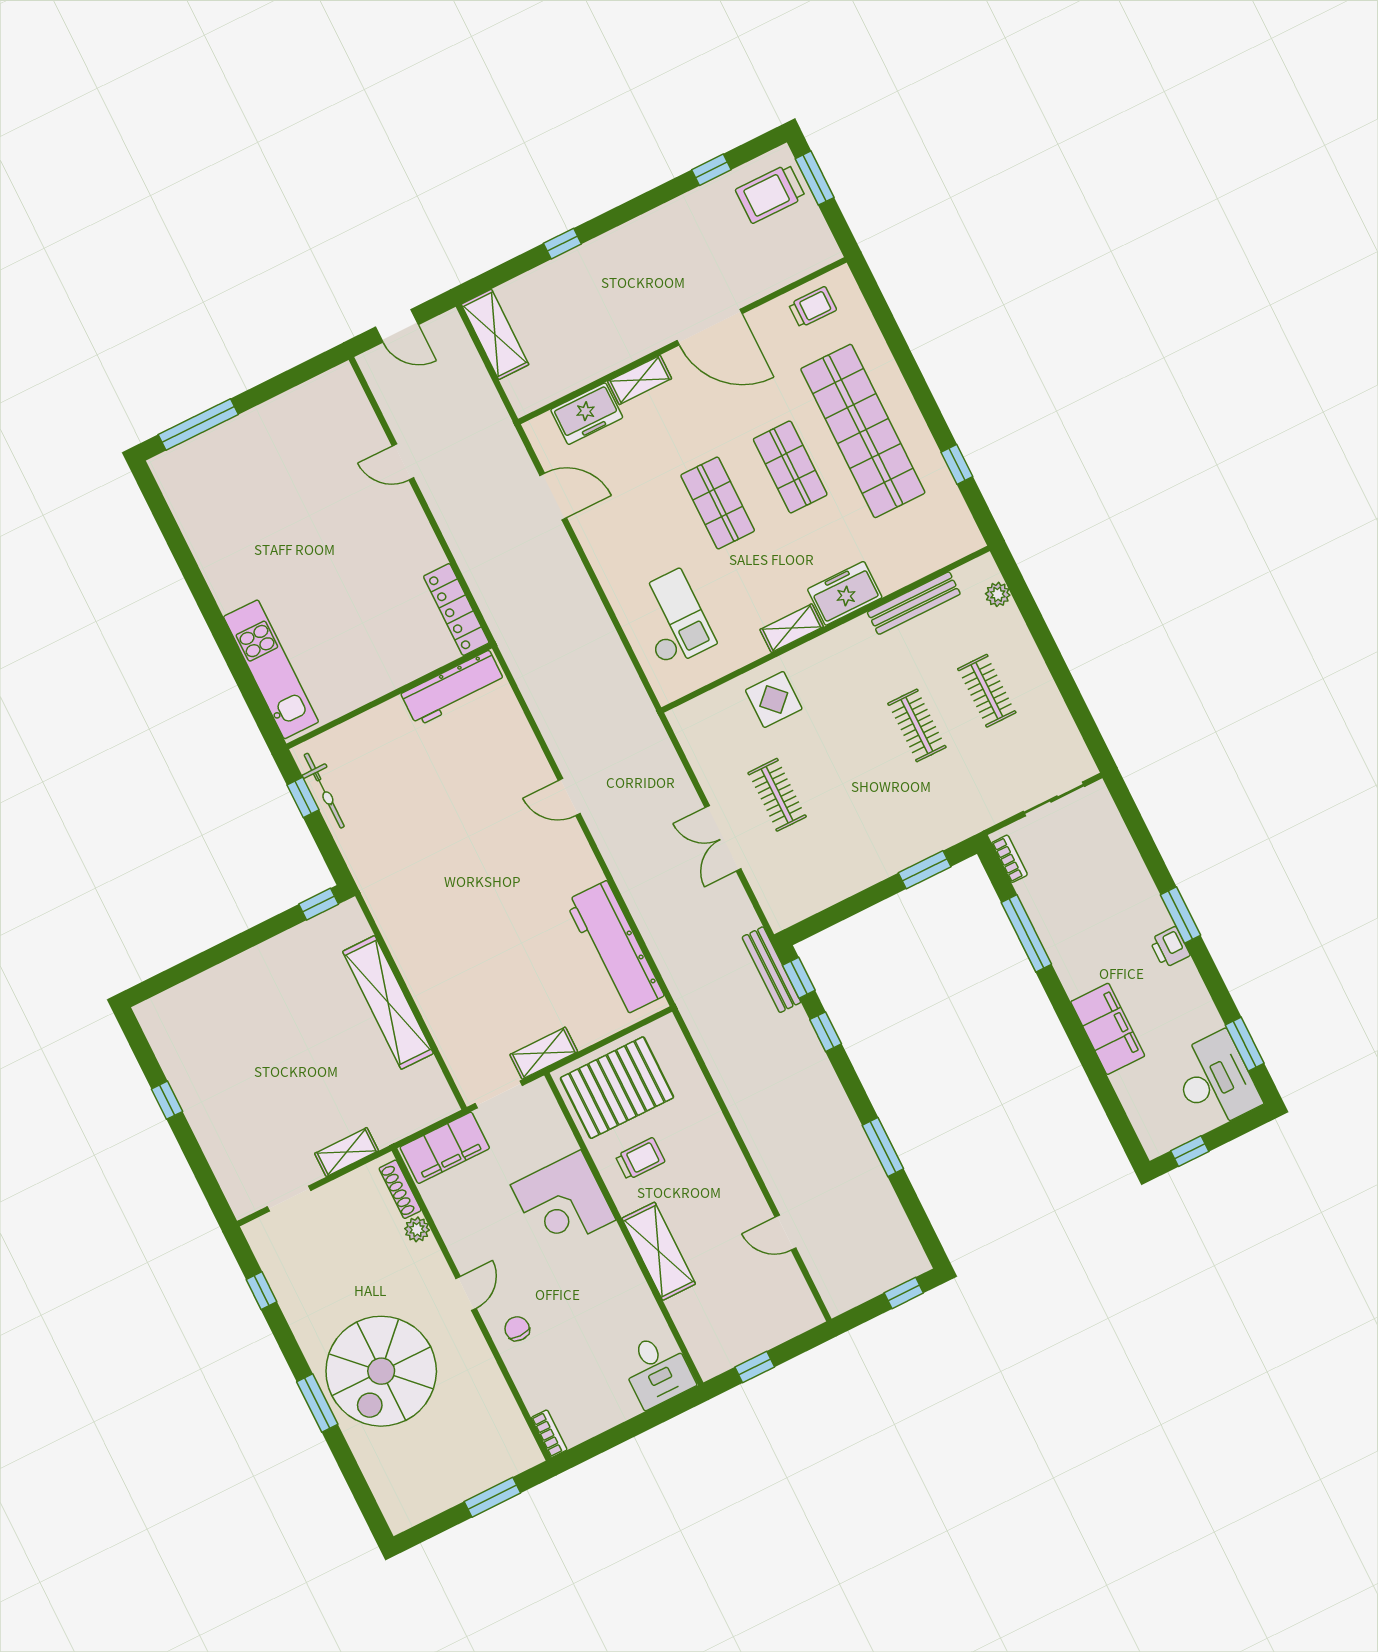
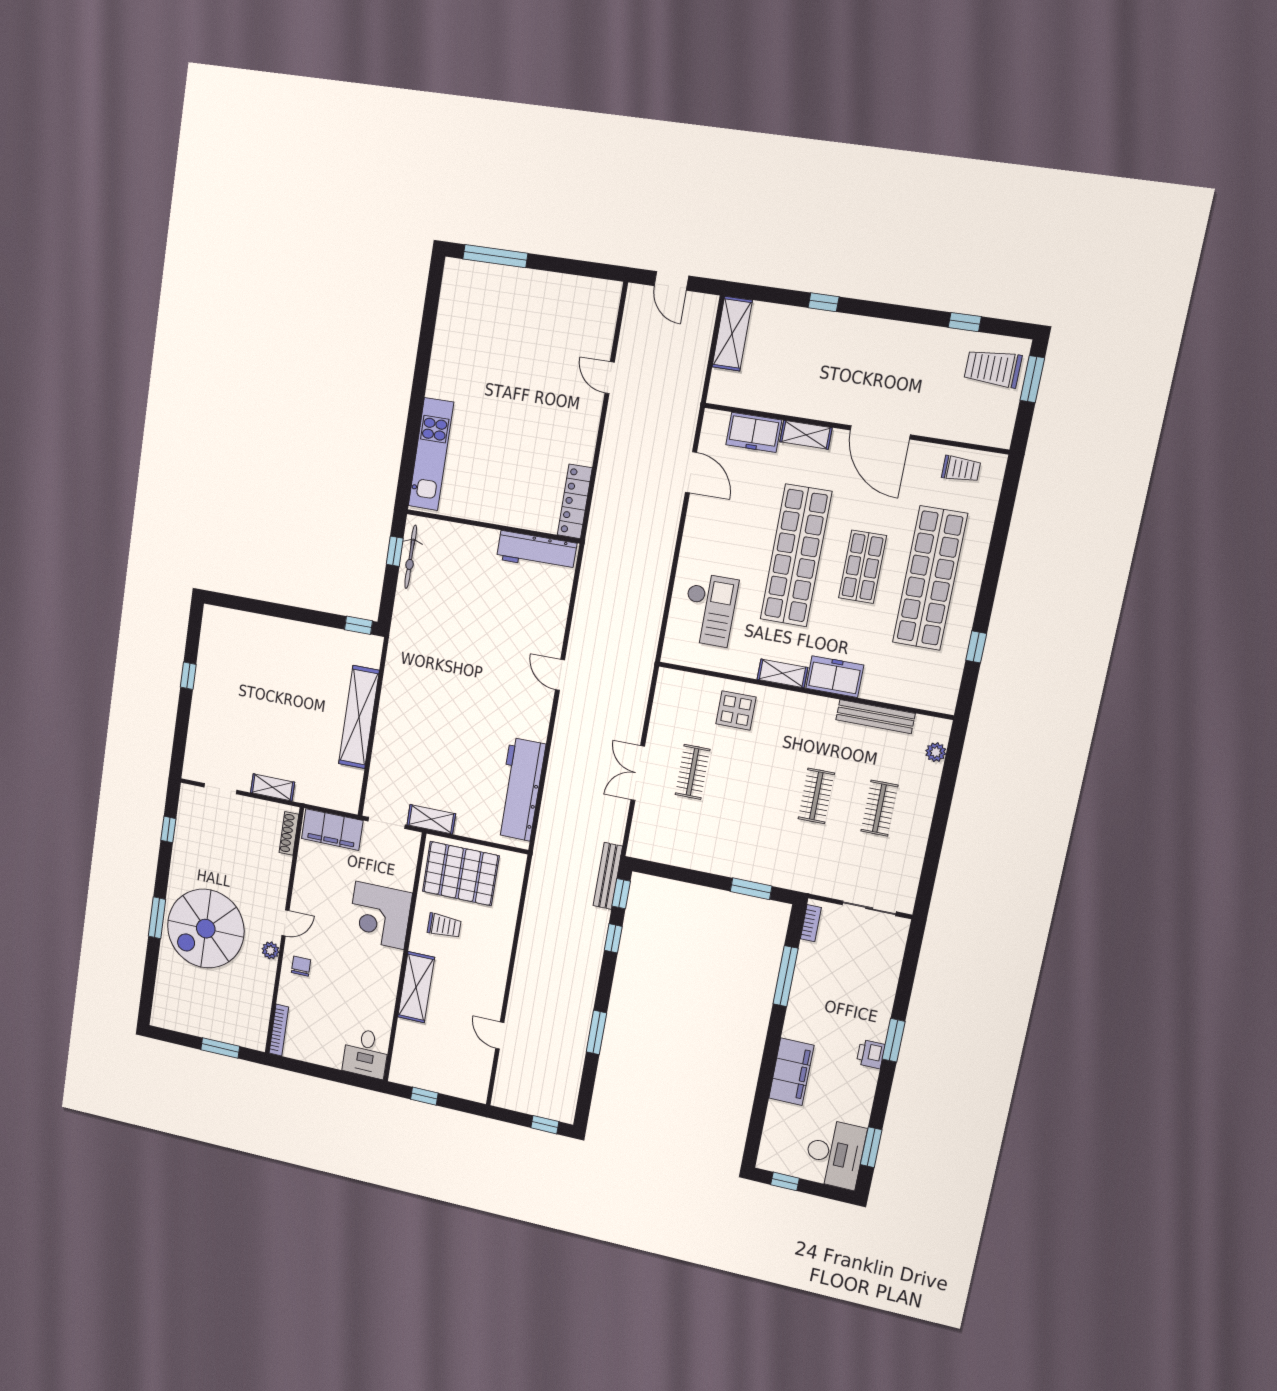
shop shelf: (718, 503) -> (796, 556), width x2.00, depth x1.36
plant: (417, 1229) -> (270, 950), moved
bookcase: (549, 1434) -> (279, 1030), width x1.56

